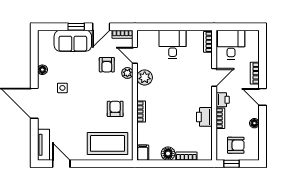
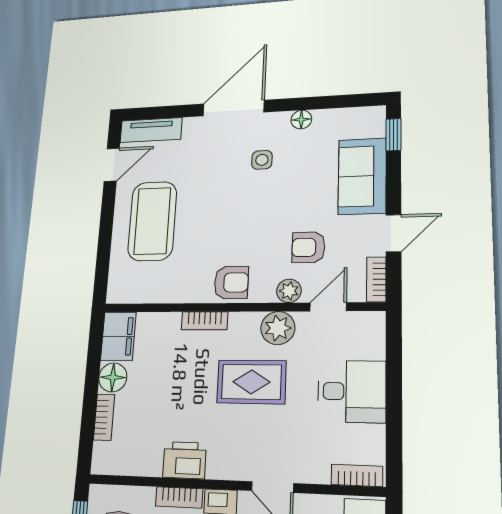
window: (76, 27) -> (393, 135), moved
door: (101, 27) -> (394, 233), swing flipped
rug: (169, 88) -> (251, 382), added
armchair: (115, 109) -> (231, 282), moved
coffee table: (108, 143) -> (152, 221), moved
filing cabinet: (143, 153) -> (118, 336), width x2.00

